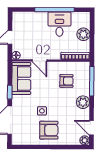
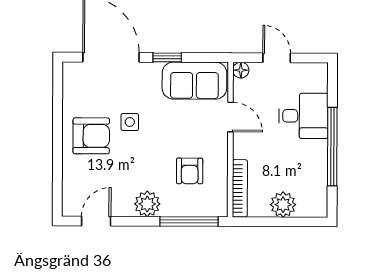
desk: (59, 24) -> (303, 116), moved
door: (40, 61) -> (230, 117), swing flipped
armchair: (49, 130) -> (91, 136), turned -90
plant: (85, 140) -> (71, 207), removed

